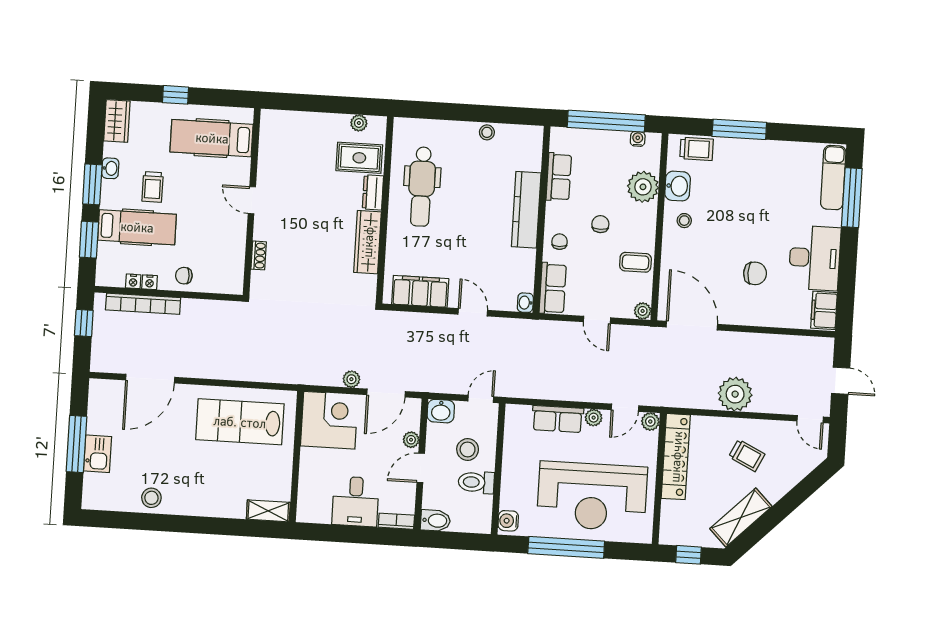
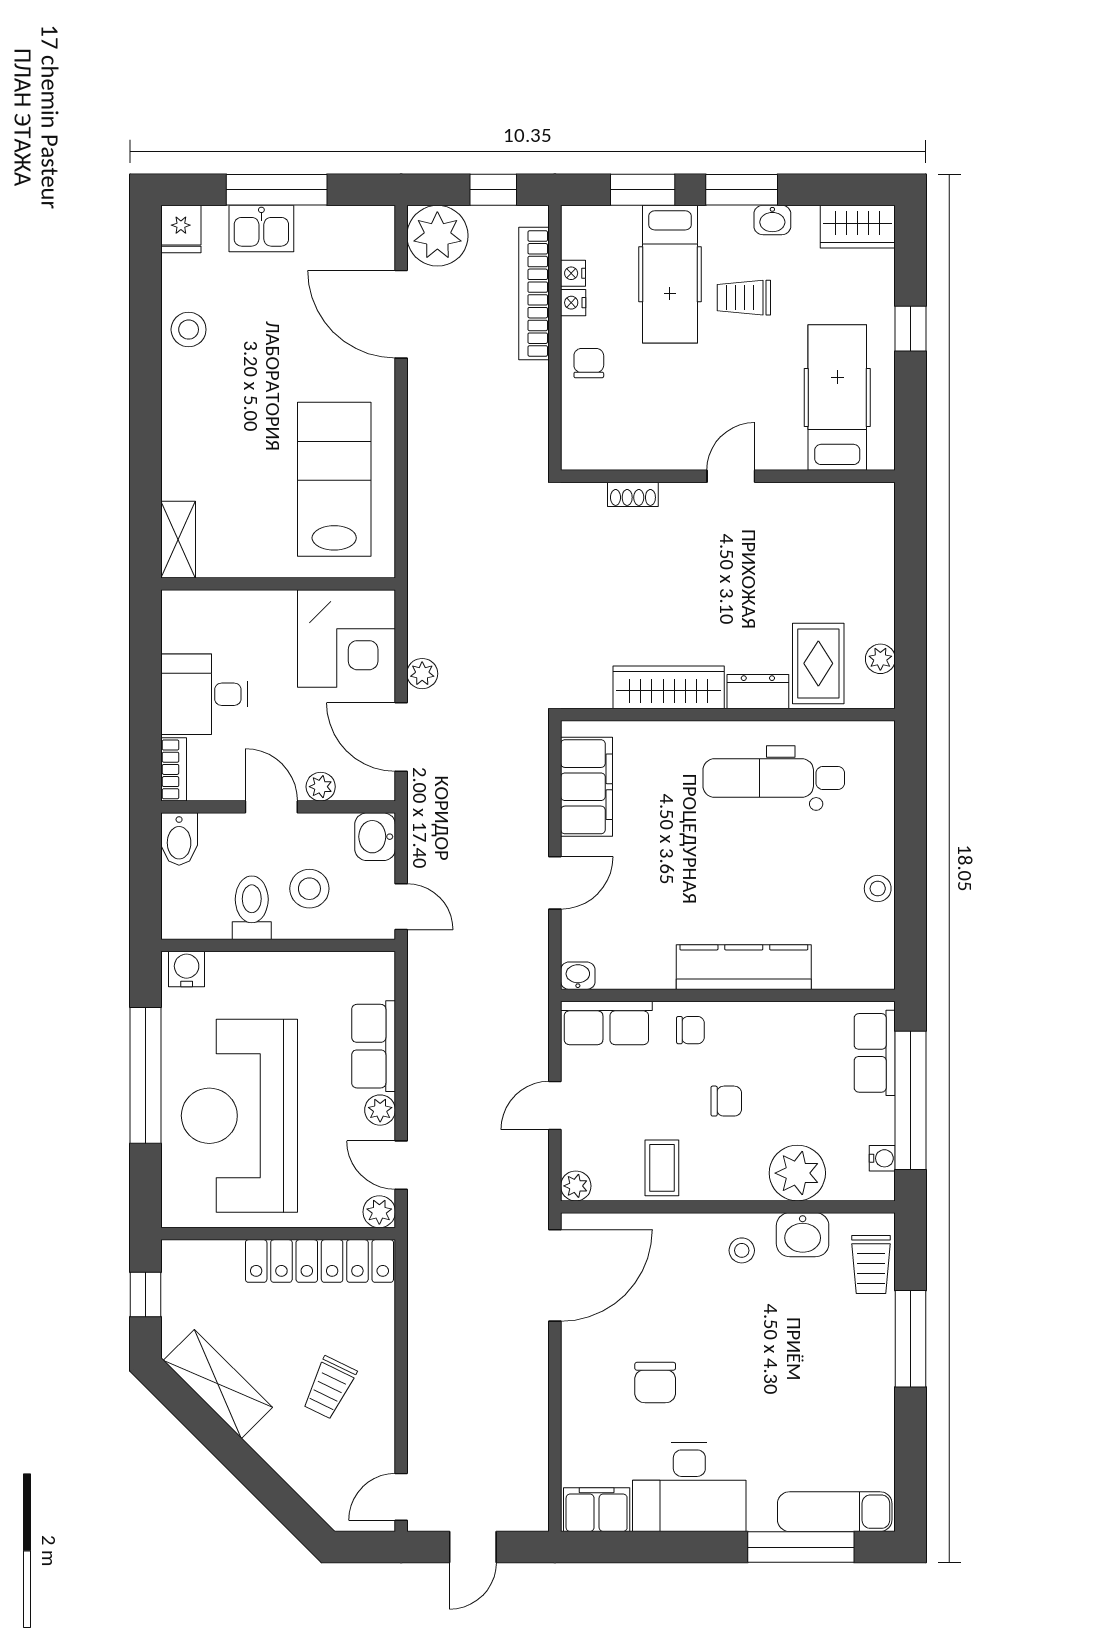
row of seats: (559, 177) -> (875, 1053), moved, turned 90
plant: (735, 394) -> (437, 236), moved
fridge: (95, 499) -> (181, 229), added

